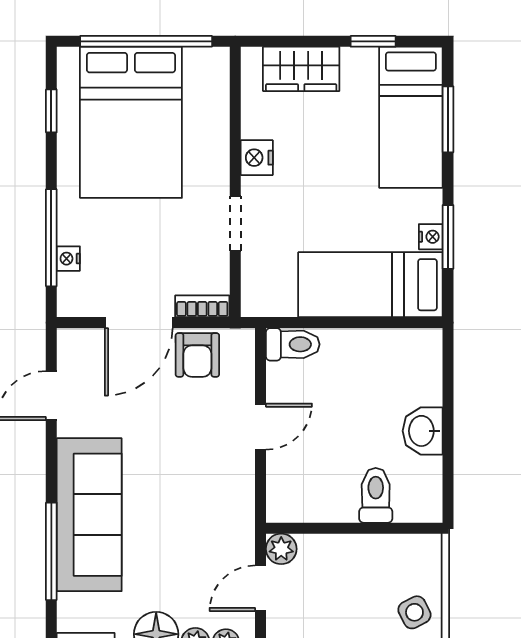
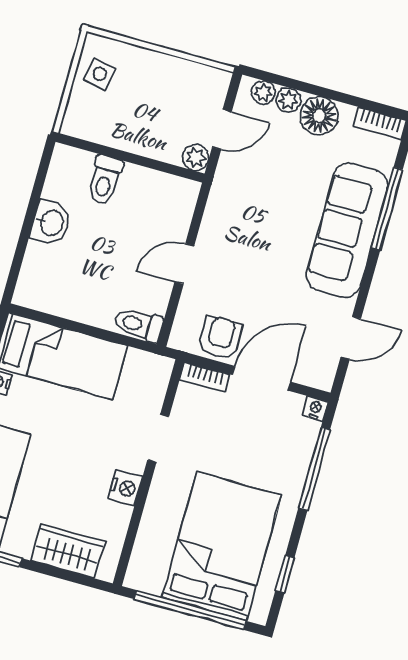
nightstand: (68, 259) -> (315, 409), moved, turned -90
side table: (414, 612) -> (100, 74), turned 38

